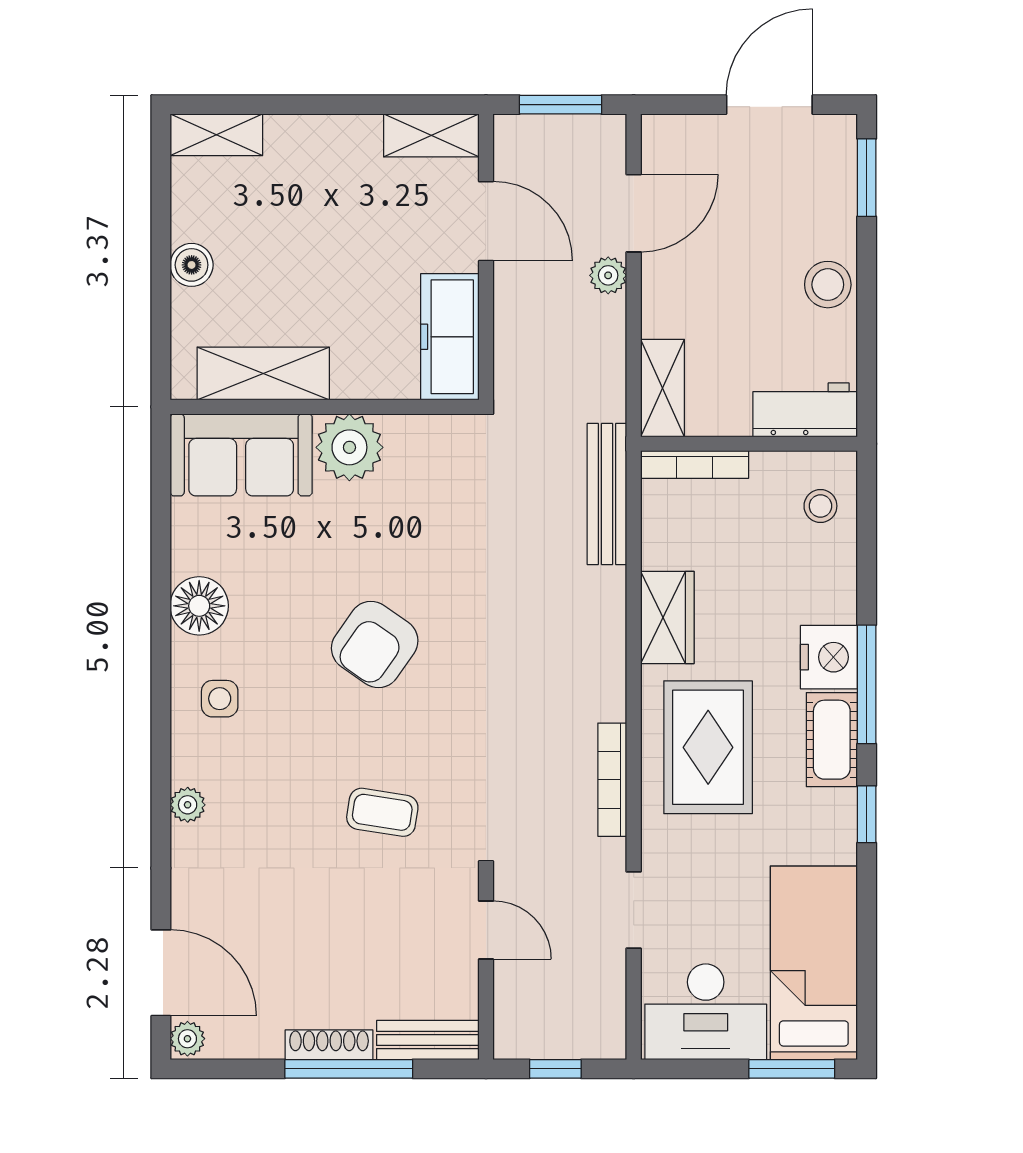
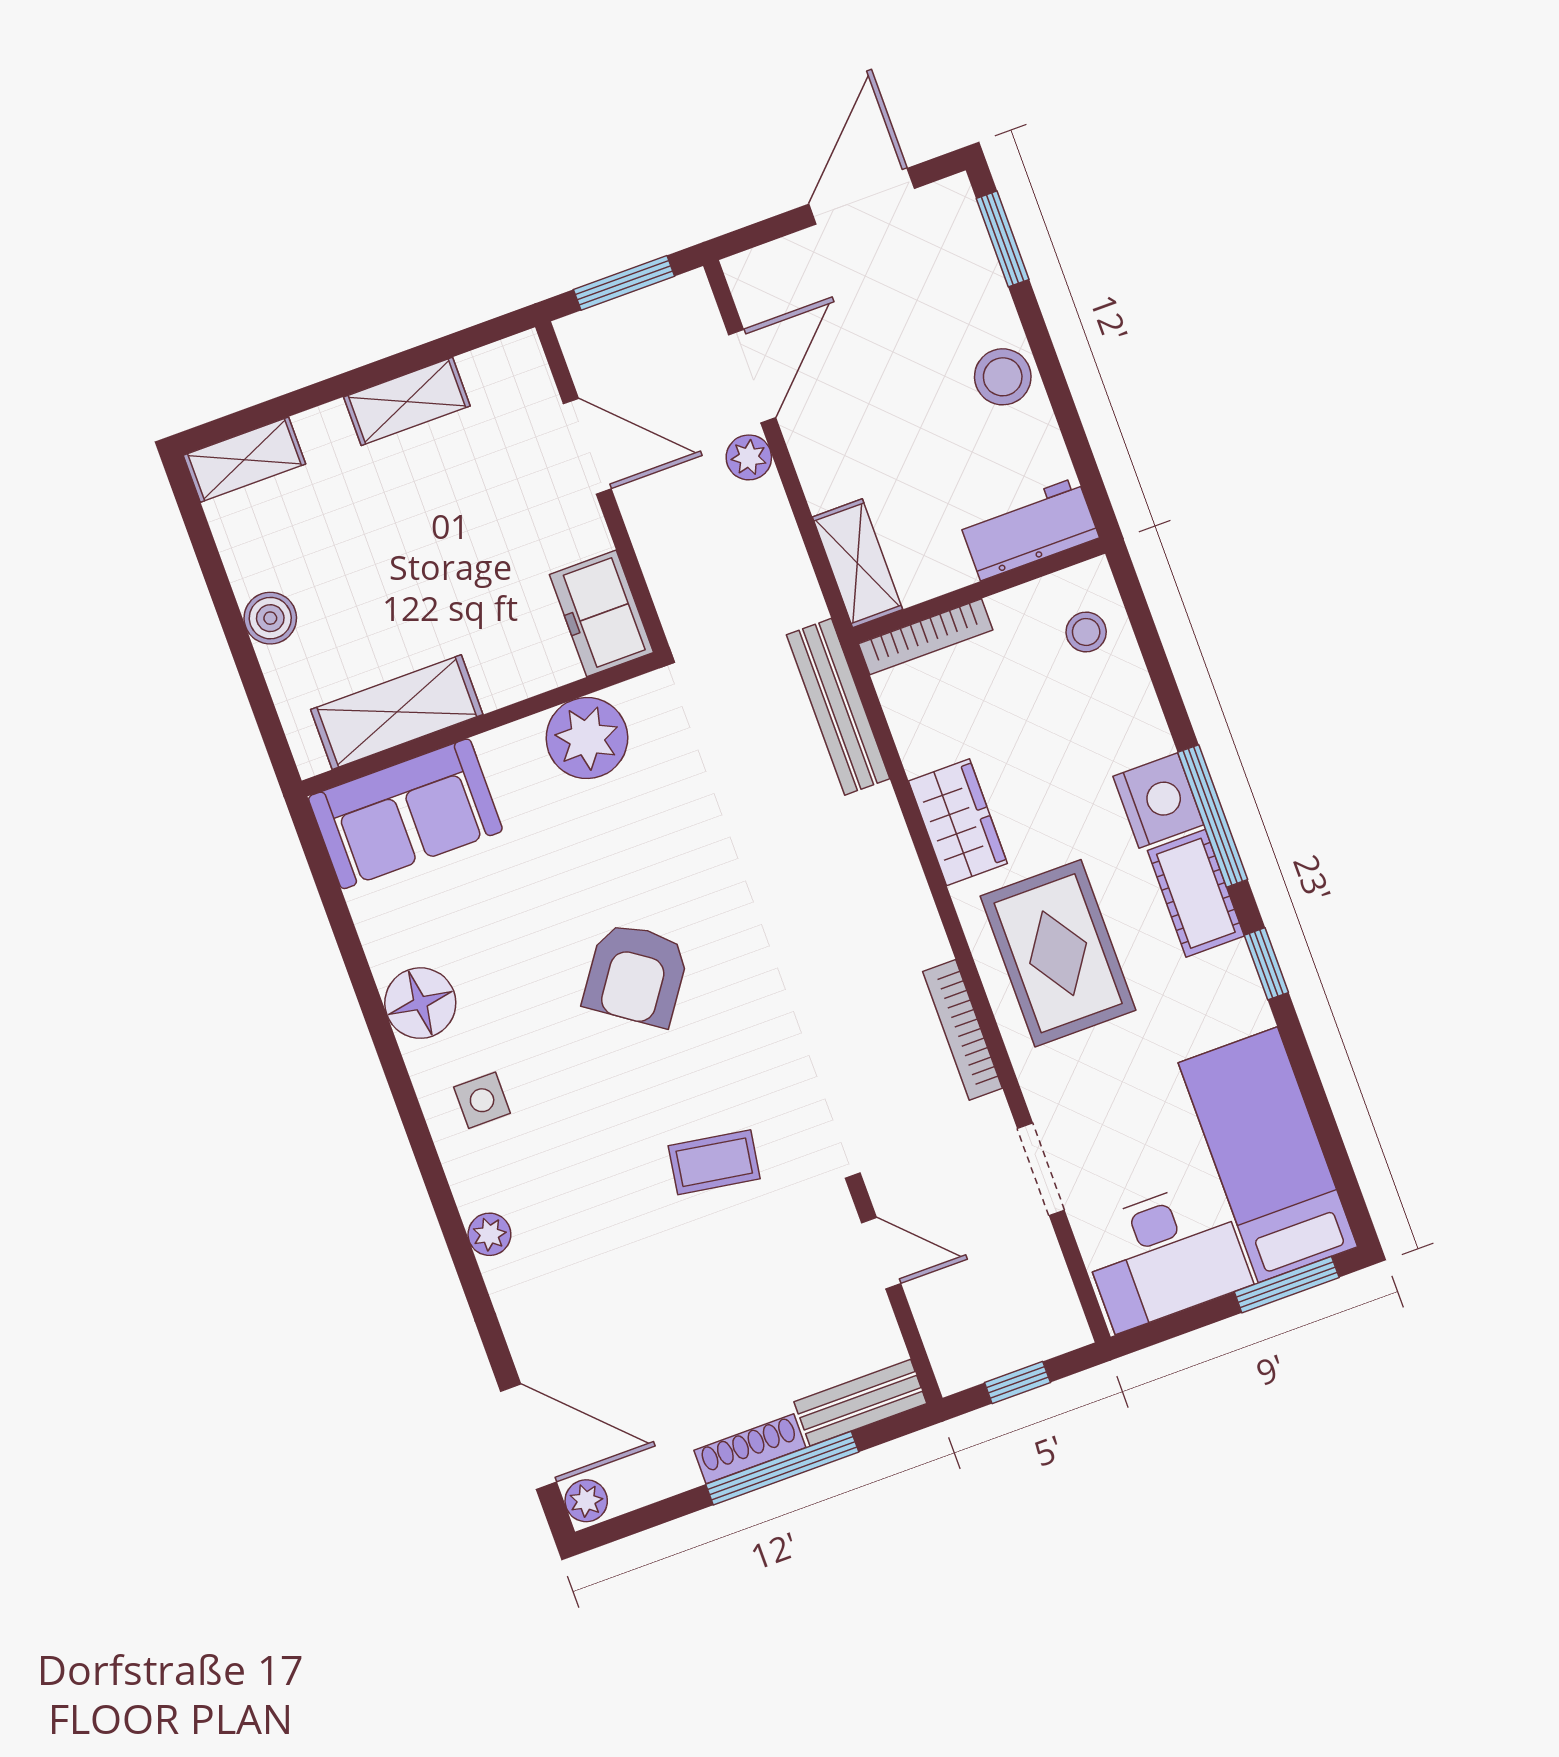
shelving: (431, 135) -> (407, 401), moved
freezer: (450, 337) -> (602, 613), width x0.71
plant: (349, 447) -> (587, 738), moved

